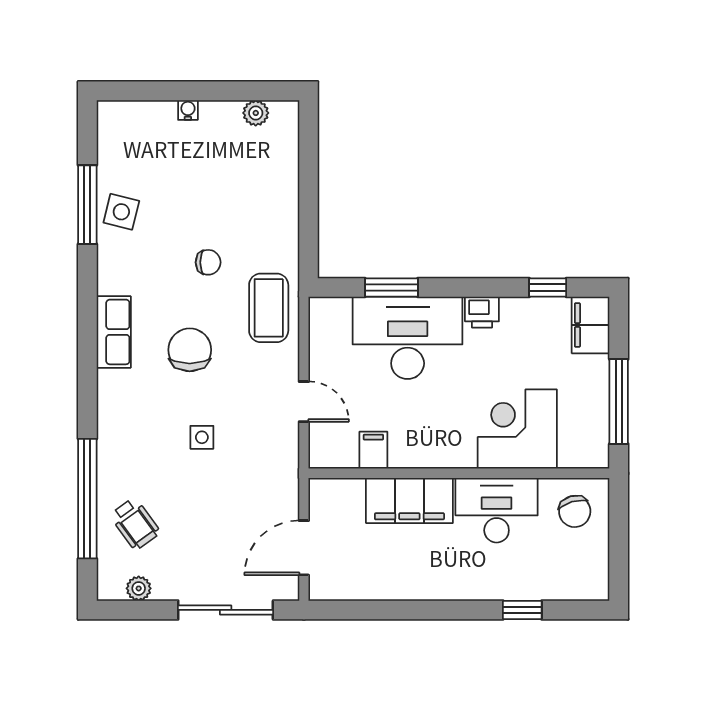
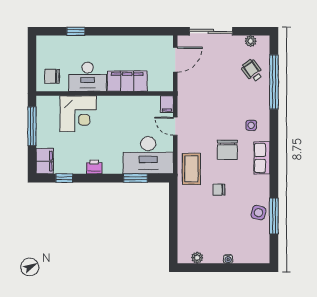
desk: (408, 338) -> (148, 155), moved
side table: (202, 437) -> (251, 125), moved
filing cabinet: (373, 450) -> (167, 104), moved
chair: (575, 511) -> (52, 76), turned -74

